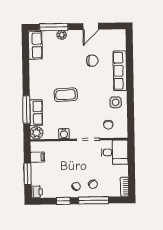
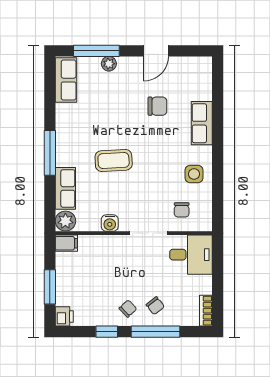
row of seats: (120, 71) -> (202, 123), width x0.68
window: (26, 109) -> (50, 153), moved
filing cabinet: (37, 157) -> (66, 243), moved

